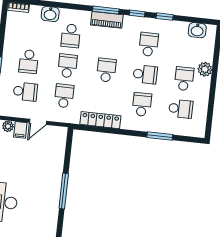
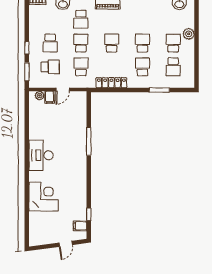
school desk: (149, 44) -> (142, 19), removed
school desk: (145, 74) -> (142, 43), turned -90
school desk: (181, 109) -> (173, 67), turned 90

